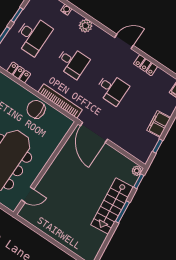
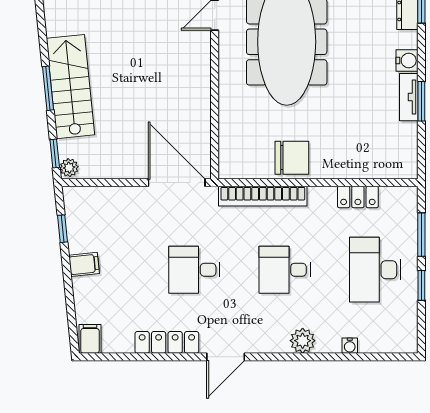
locker: (146, 65) -> (167, 342), width x1.53
filing cabinet: (159, 124) -> (84, 264), width x0.50

